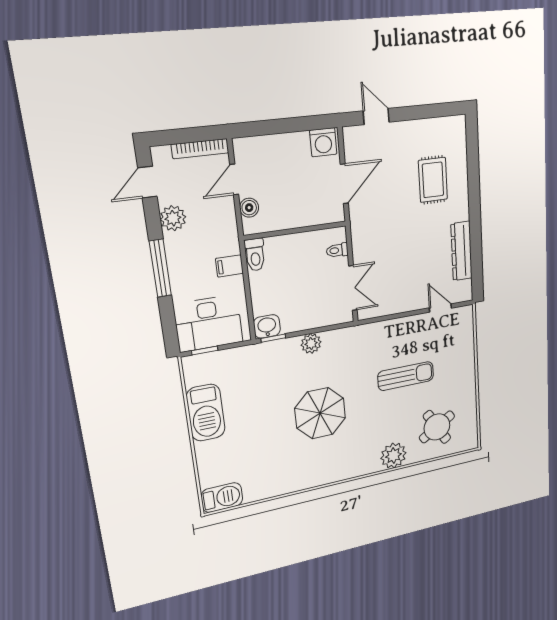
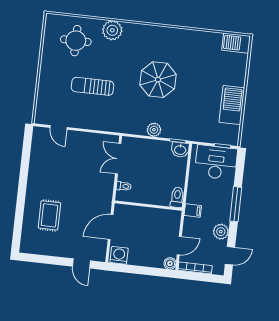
boiler: (249, 208) -> (170, 263), moved
dresser: (462, 251) -> (36, 163), removed
filing cabinet: (229, 266) -> (193, 211), moved
round table: (437, 427) -> (76, 41), turned 31

